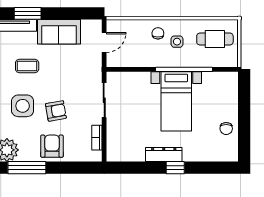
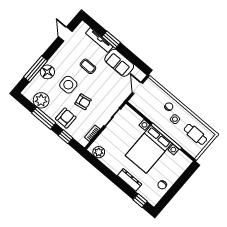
door: (104, 42) -> (137, 88), swing flipped
bed with nightstands: (176, 101) -> (149, 149), width x1.36
plant: (122, 153) -> (99, 152), added
dresser: (164, 155) -> (130, 180), moved
window: (70, 168) -> (66, 137), added
window: (175, 168) -> (140, 201), moved

